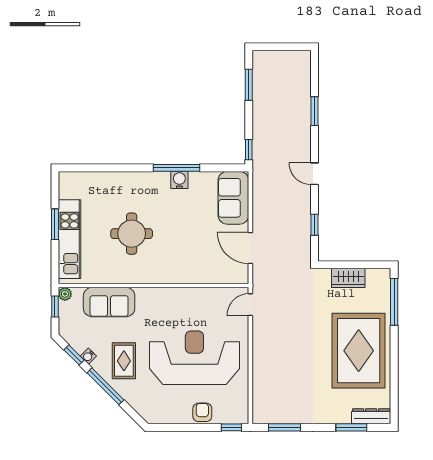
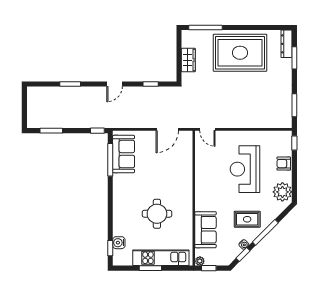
window: (83, 168) -> (110, 248), added
window: (176, 168) -> (110, 160), moved
water cooler: (179, 180) -> (119, 243), moved
sofa: (233, 198) -> (124, 154), moved, turned -90
reception desk: (194, 358) -> (245, 169), width x0.74, depth x0.77
plant: (162, 410) -> (282, 192), added

